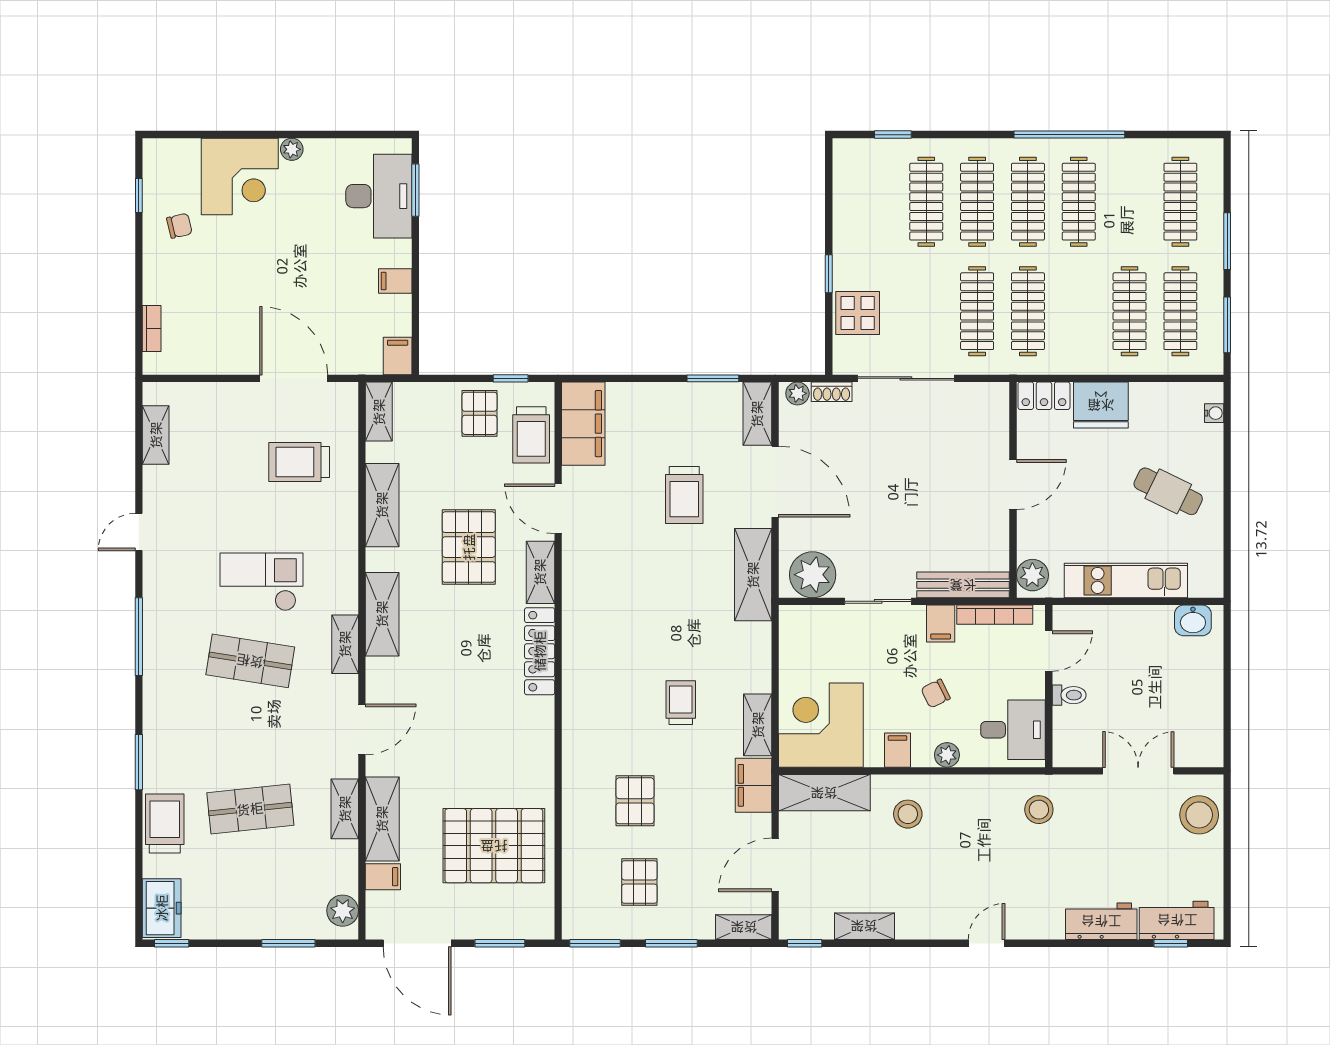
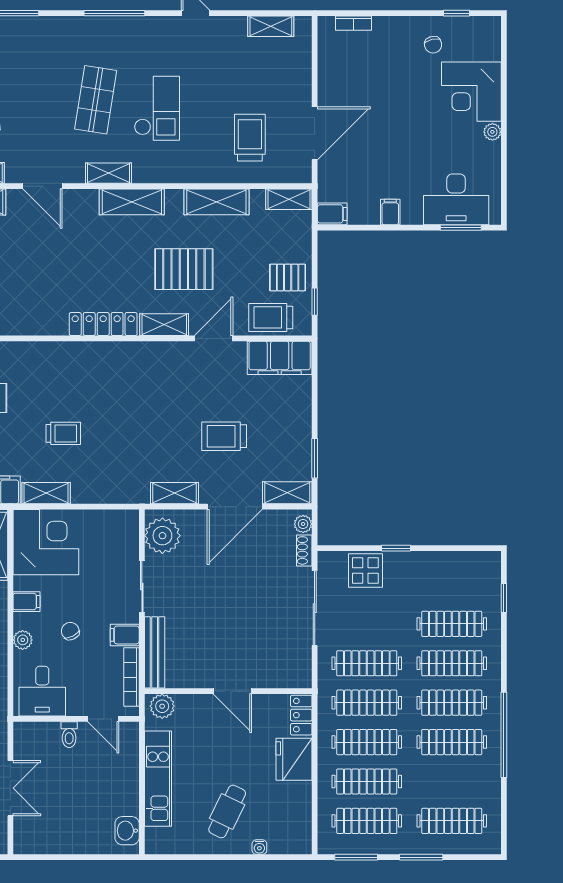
clothes rail: (1079, 311) -> (367, 742), added
water cooler: (1214, 413) -> (259, 847), moved
shelving: (753, 575) -> (174, 493), width x0.67, depth x0.75

